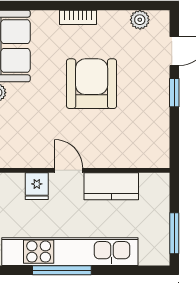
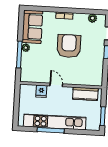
kitchen counter: (111, 186) -> (85, 94), moved

